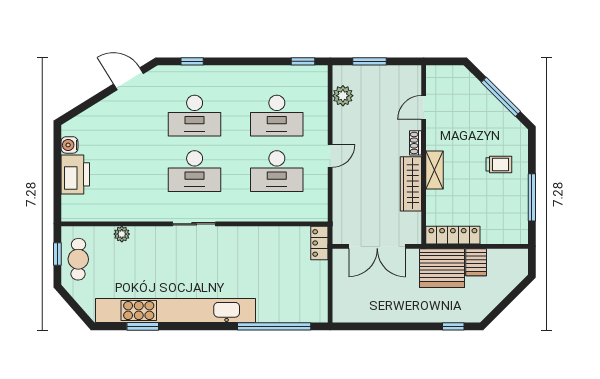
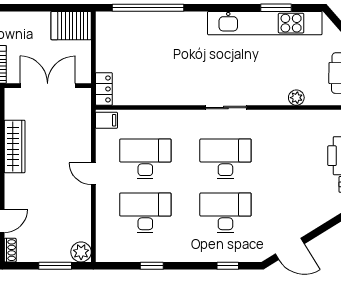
window: (303, 61) -> (152, 266), moved
plant: (343, 96) -> (81, 252), moved
shoe rack: (416, 143) -> (10, 250), moved
door: (330, 156) -> (93, 174), hinge flipped
filing cabinet: (317, 211) -> (106, 120), added
server rack: (353, 308) -> (71, 26), added
kitchen unit: (175, 311) -> (265, 23), width x0.73

